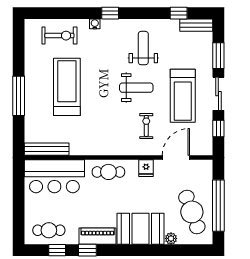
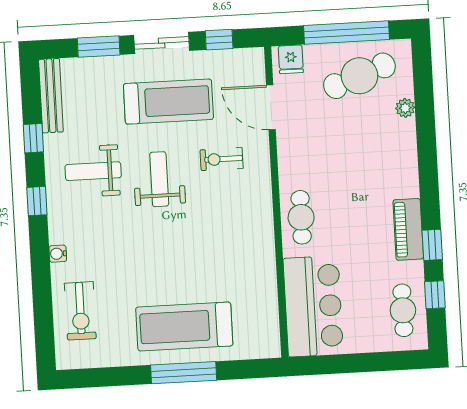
window: (110, 13) -> (37, 201), moved
window: (179, 13) -> (33, 138), moved
bench: (196, 25) -> (51, 96), width x1.36
exercise bike: (59, 36) -> (80, 311), turned 180
treadmill: (67, 87) -> (184, 327), moved
bench: (47, 149) -> (269, 321), removed
fridge: (146, 168) -> (291, 59), moved, turned 90
booth: (141, 229) -> (392, 159), removed

